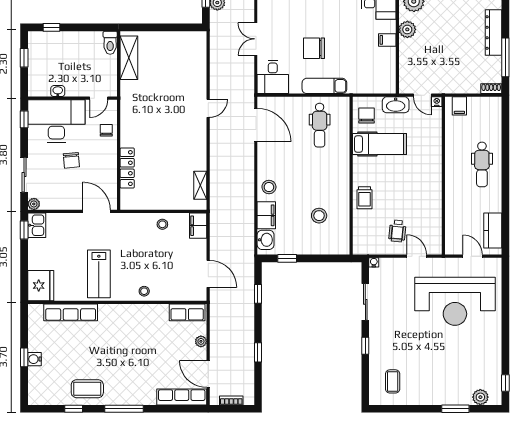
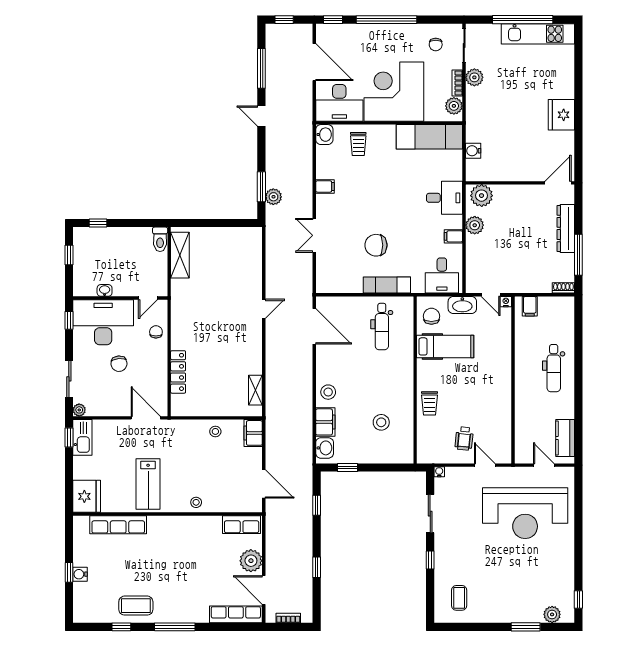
desk: (273, 77) -> (442, 276), moved
kitchen sink: (37, 225) -> (82, 437), width x1.38
plant: (201, 341) -> (251, 561), width x1.88, depth x1.88

